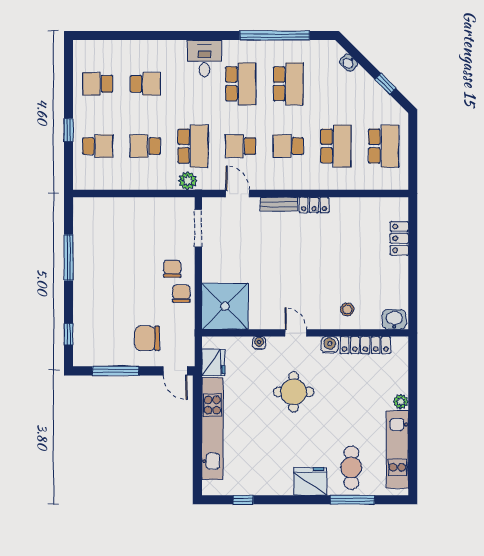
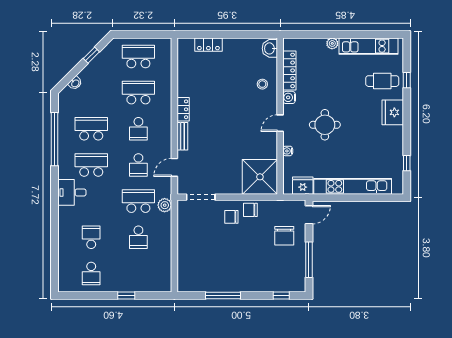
school desk: (98, 146) -> (138, 273), removed
window: (353, 500) -> (407, 80), width x0.46

